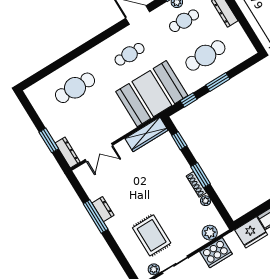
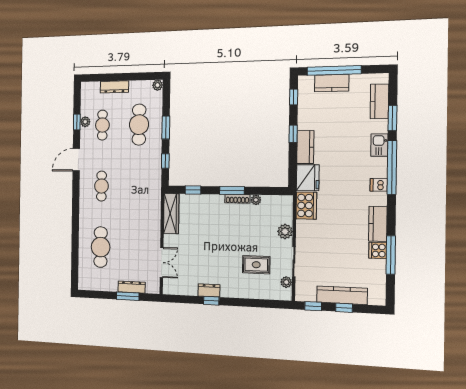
plant: (250, 51) -> (158, 85), added
booth: (152, 94) -> (142, 188), removed
dresser: (68, 152) -> (132, 287), moved
window: (96, 217) -> (211, 301), width x0.46
plant: (210, 233) -> (285, 232), moved
rug: (152, 235) -> (256, 265), width x0.73, depth x0.70
cooker: (216, 253) -> (306, 206), moved

